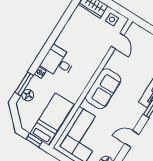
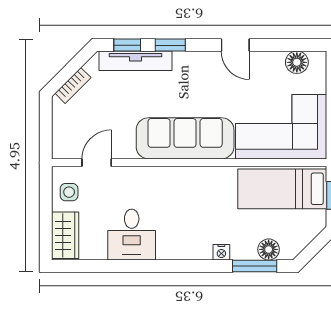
desk: (58, 62) -> (132, 235), moved
sofa: (103, 89) -> (185, 138), width x1.36

